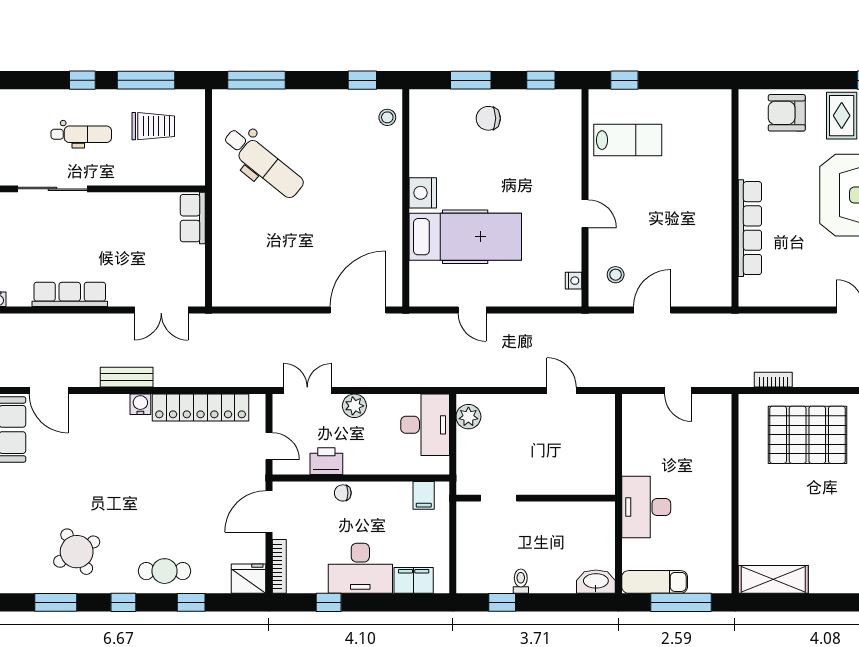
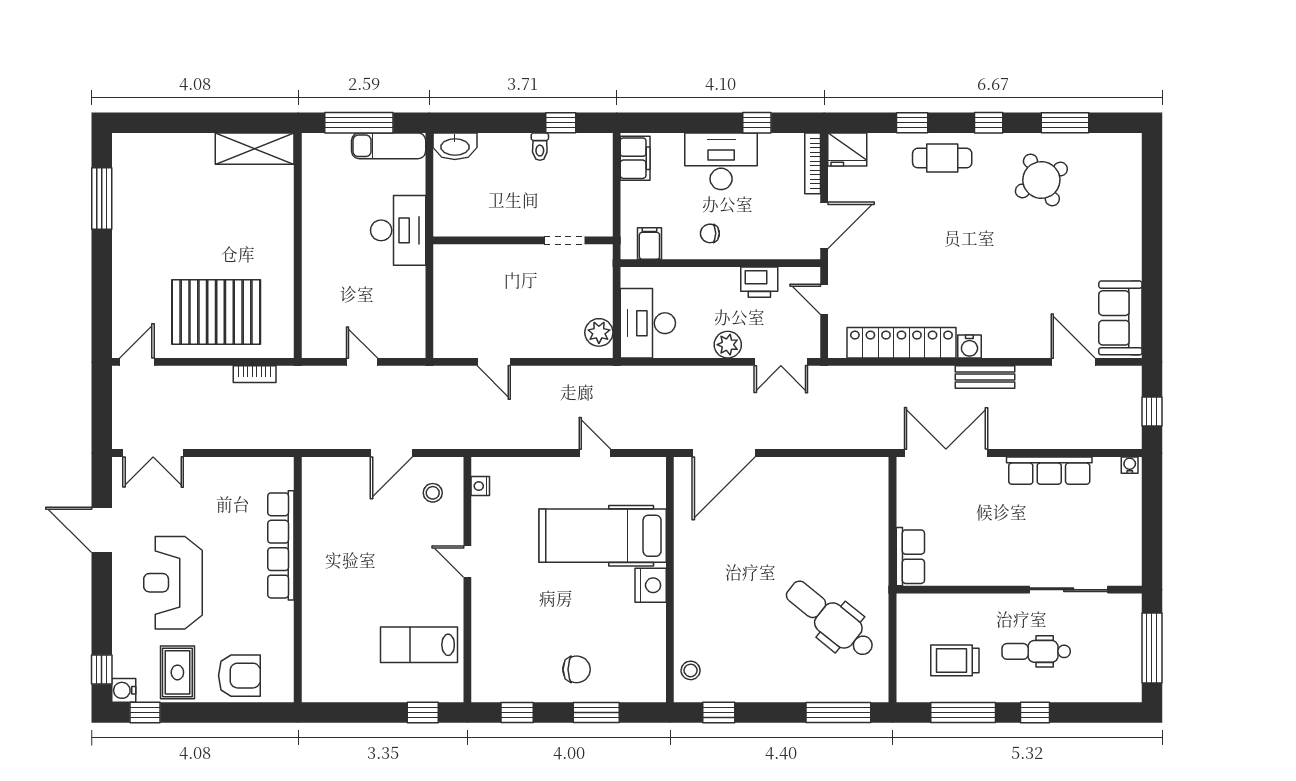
double door: (161, 310) -> (946, 453), width x1.37
chair: (343, 493) -> (710, 233), moved, turned 180
filing cabinet: (414, 580) -> (635, 158), moved, turned -90

